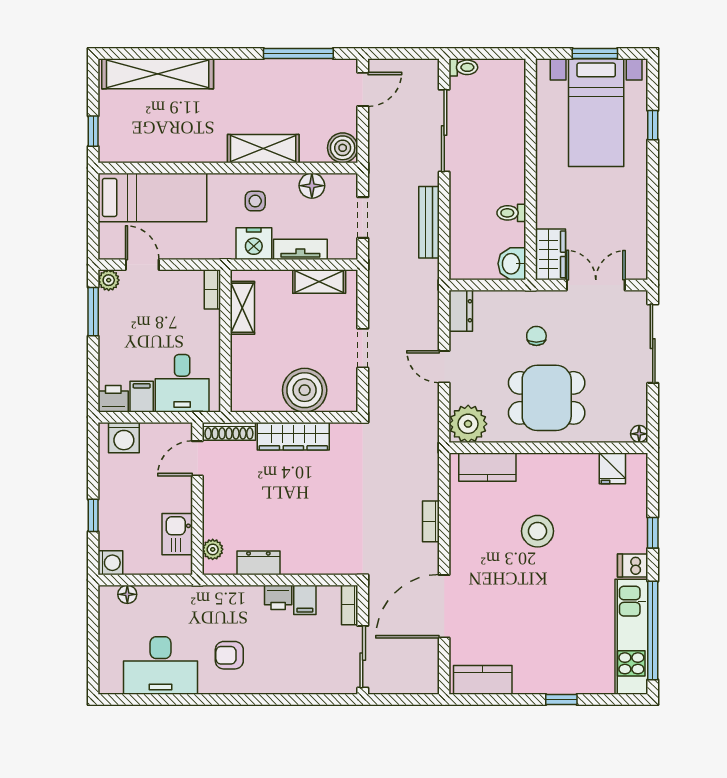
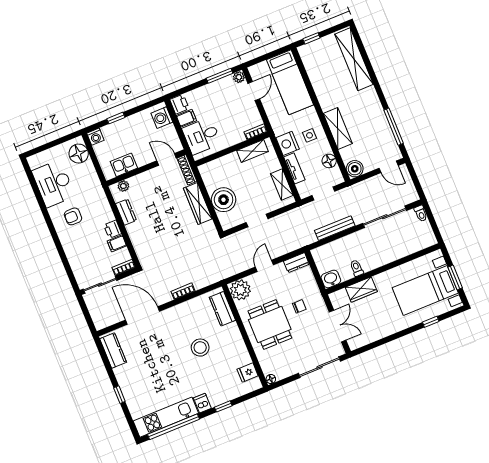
wardrobe: (550, 254) -> (361, 289), moved
floor lamp: (127, 594) -> (79, 154), width x1.89, depth x1.89
armchair: (229, 655) -> (73, 216), turned -90

